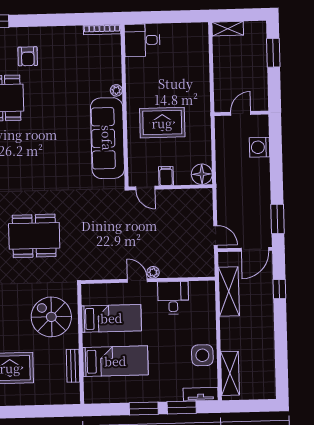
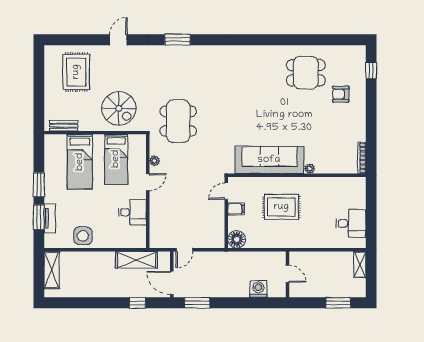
desk: (142, 40) -> (351, 223), moved, turned 90
rug: (162, 123) -> (281, 207), turned 90
dining table: (34, 236) -> (178, 121), moved
plant: (153, 272) -> (154, 161), moved
spiral stairs: (51, 317) -> (119, 108), turned 90
bench: (73, 366) -> (64, 126), moved
shelving: (230, 373) -> (52, 270), moved, turned 90
tv unit: (201, 394) -> (50, 218), moved

